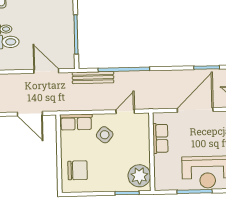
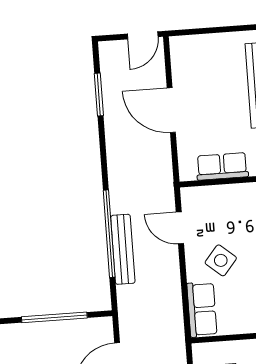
bench: (93, 78) -> (123, 249), moved
door: (195, 110) -> (171, 110), width x0.73

